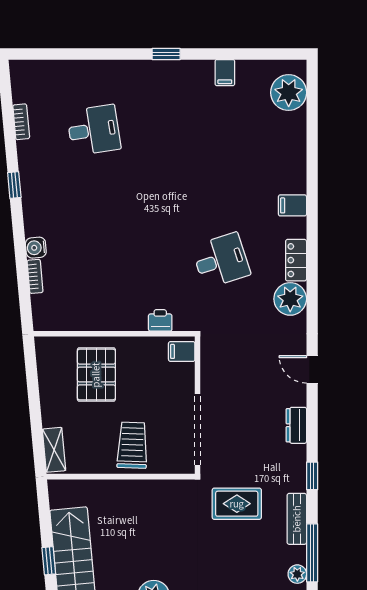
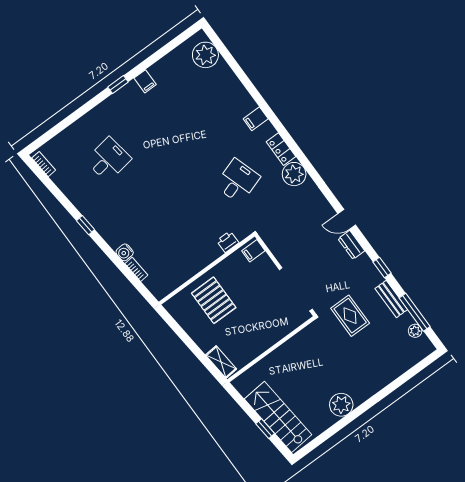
filing cabinet: (225, 73) -> (145, 81), moved
bookcase: (21, 122) -> (44, 164), moved
door: (312, 369) -> (347, 219), moved
trolley: (132, 445) -> (265, 326), removed
rug: (237, 504) -> (350, 316), turned 90

